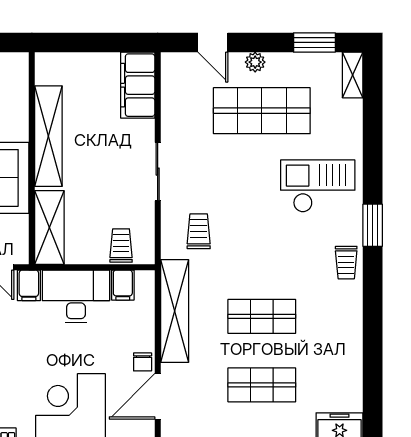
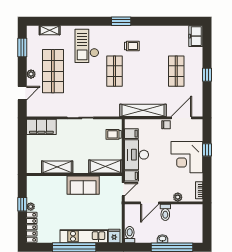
shelving: (353, 75) -> (50, 30), moved
shelving: (48, 136) -> (57, 167), width x0.68
window: (373, 225) -> (121, 21), moved
trolley: (199, 231) -> (107, 99), removed
trolley: (346, 263) -> (132, 46), moved
shop shelf: (262, 316) -> (115, 71), moved
door: (158, 396) -> (181, 118), swing flipped

